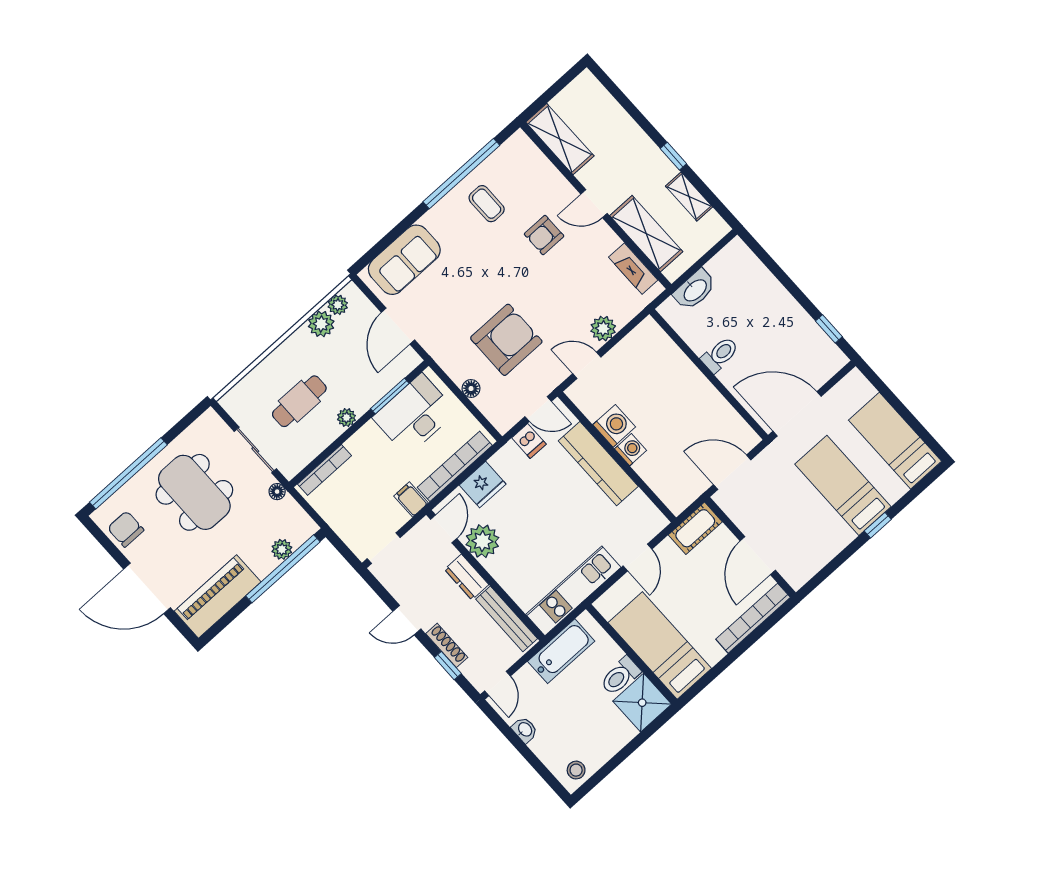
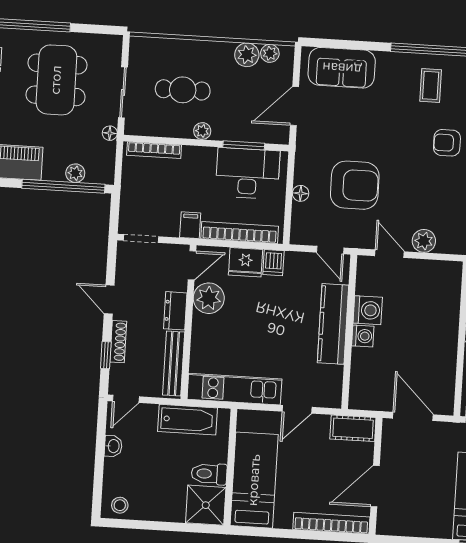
dishwasher: (529, 441) -> (273, 263), moved

